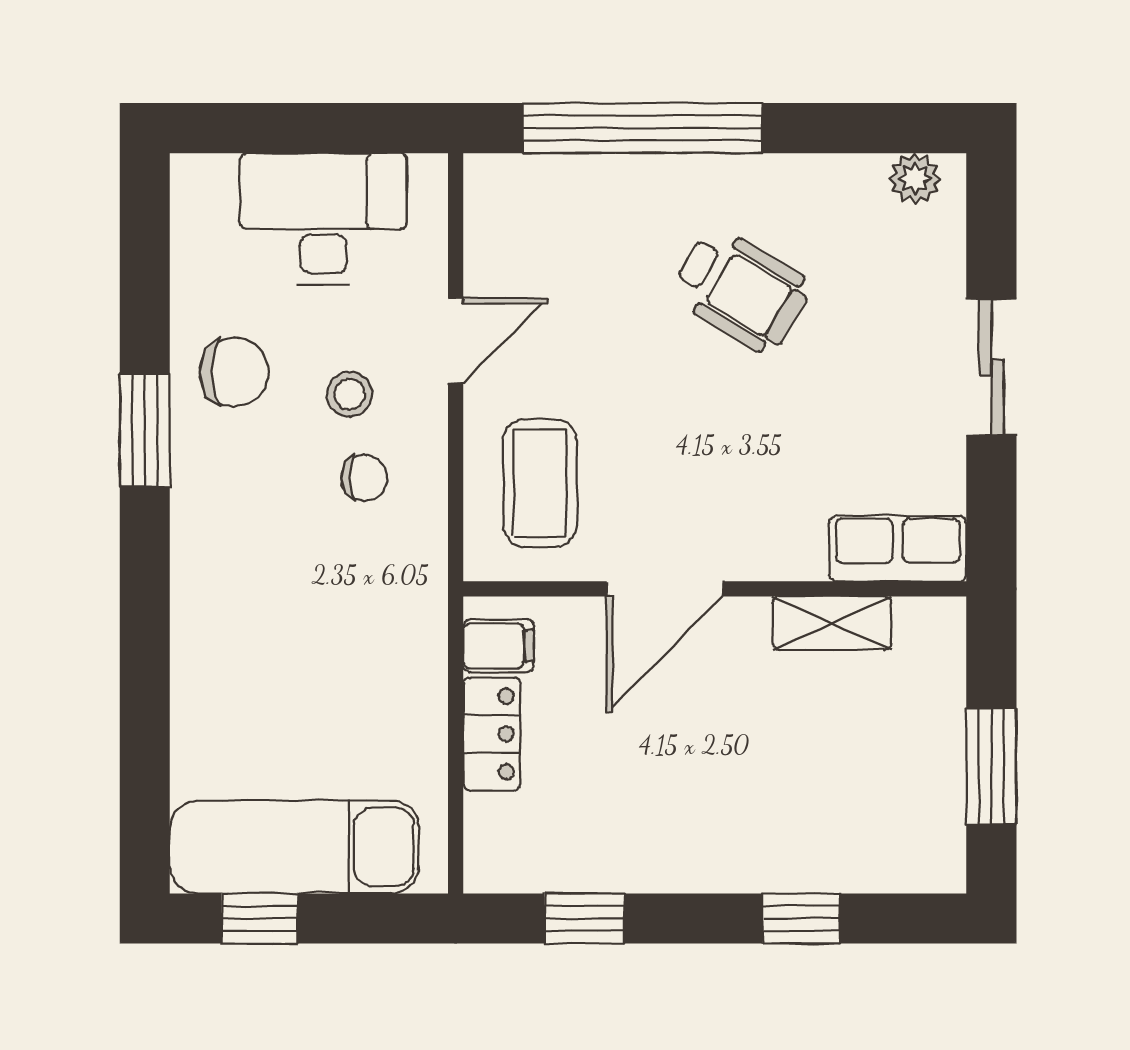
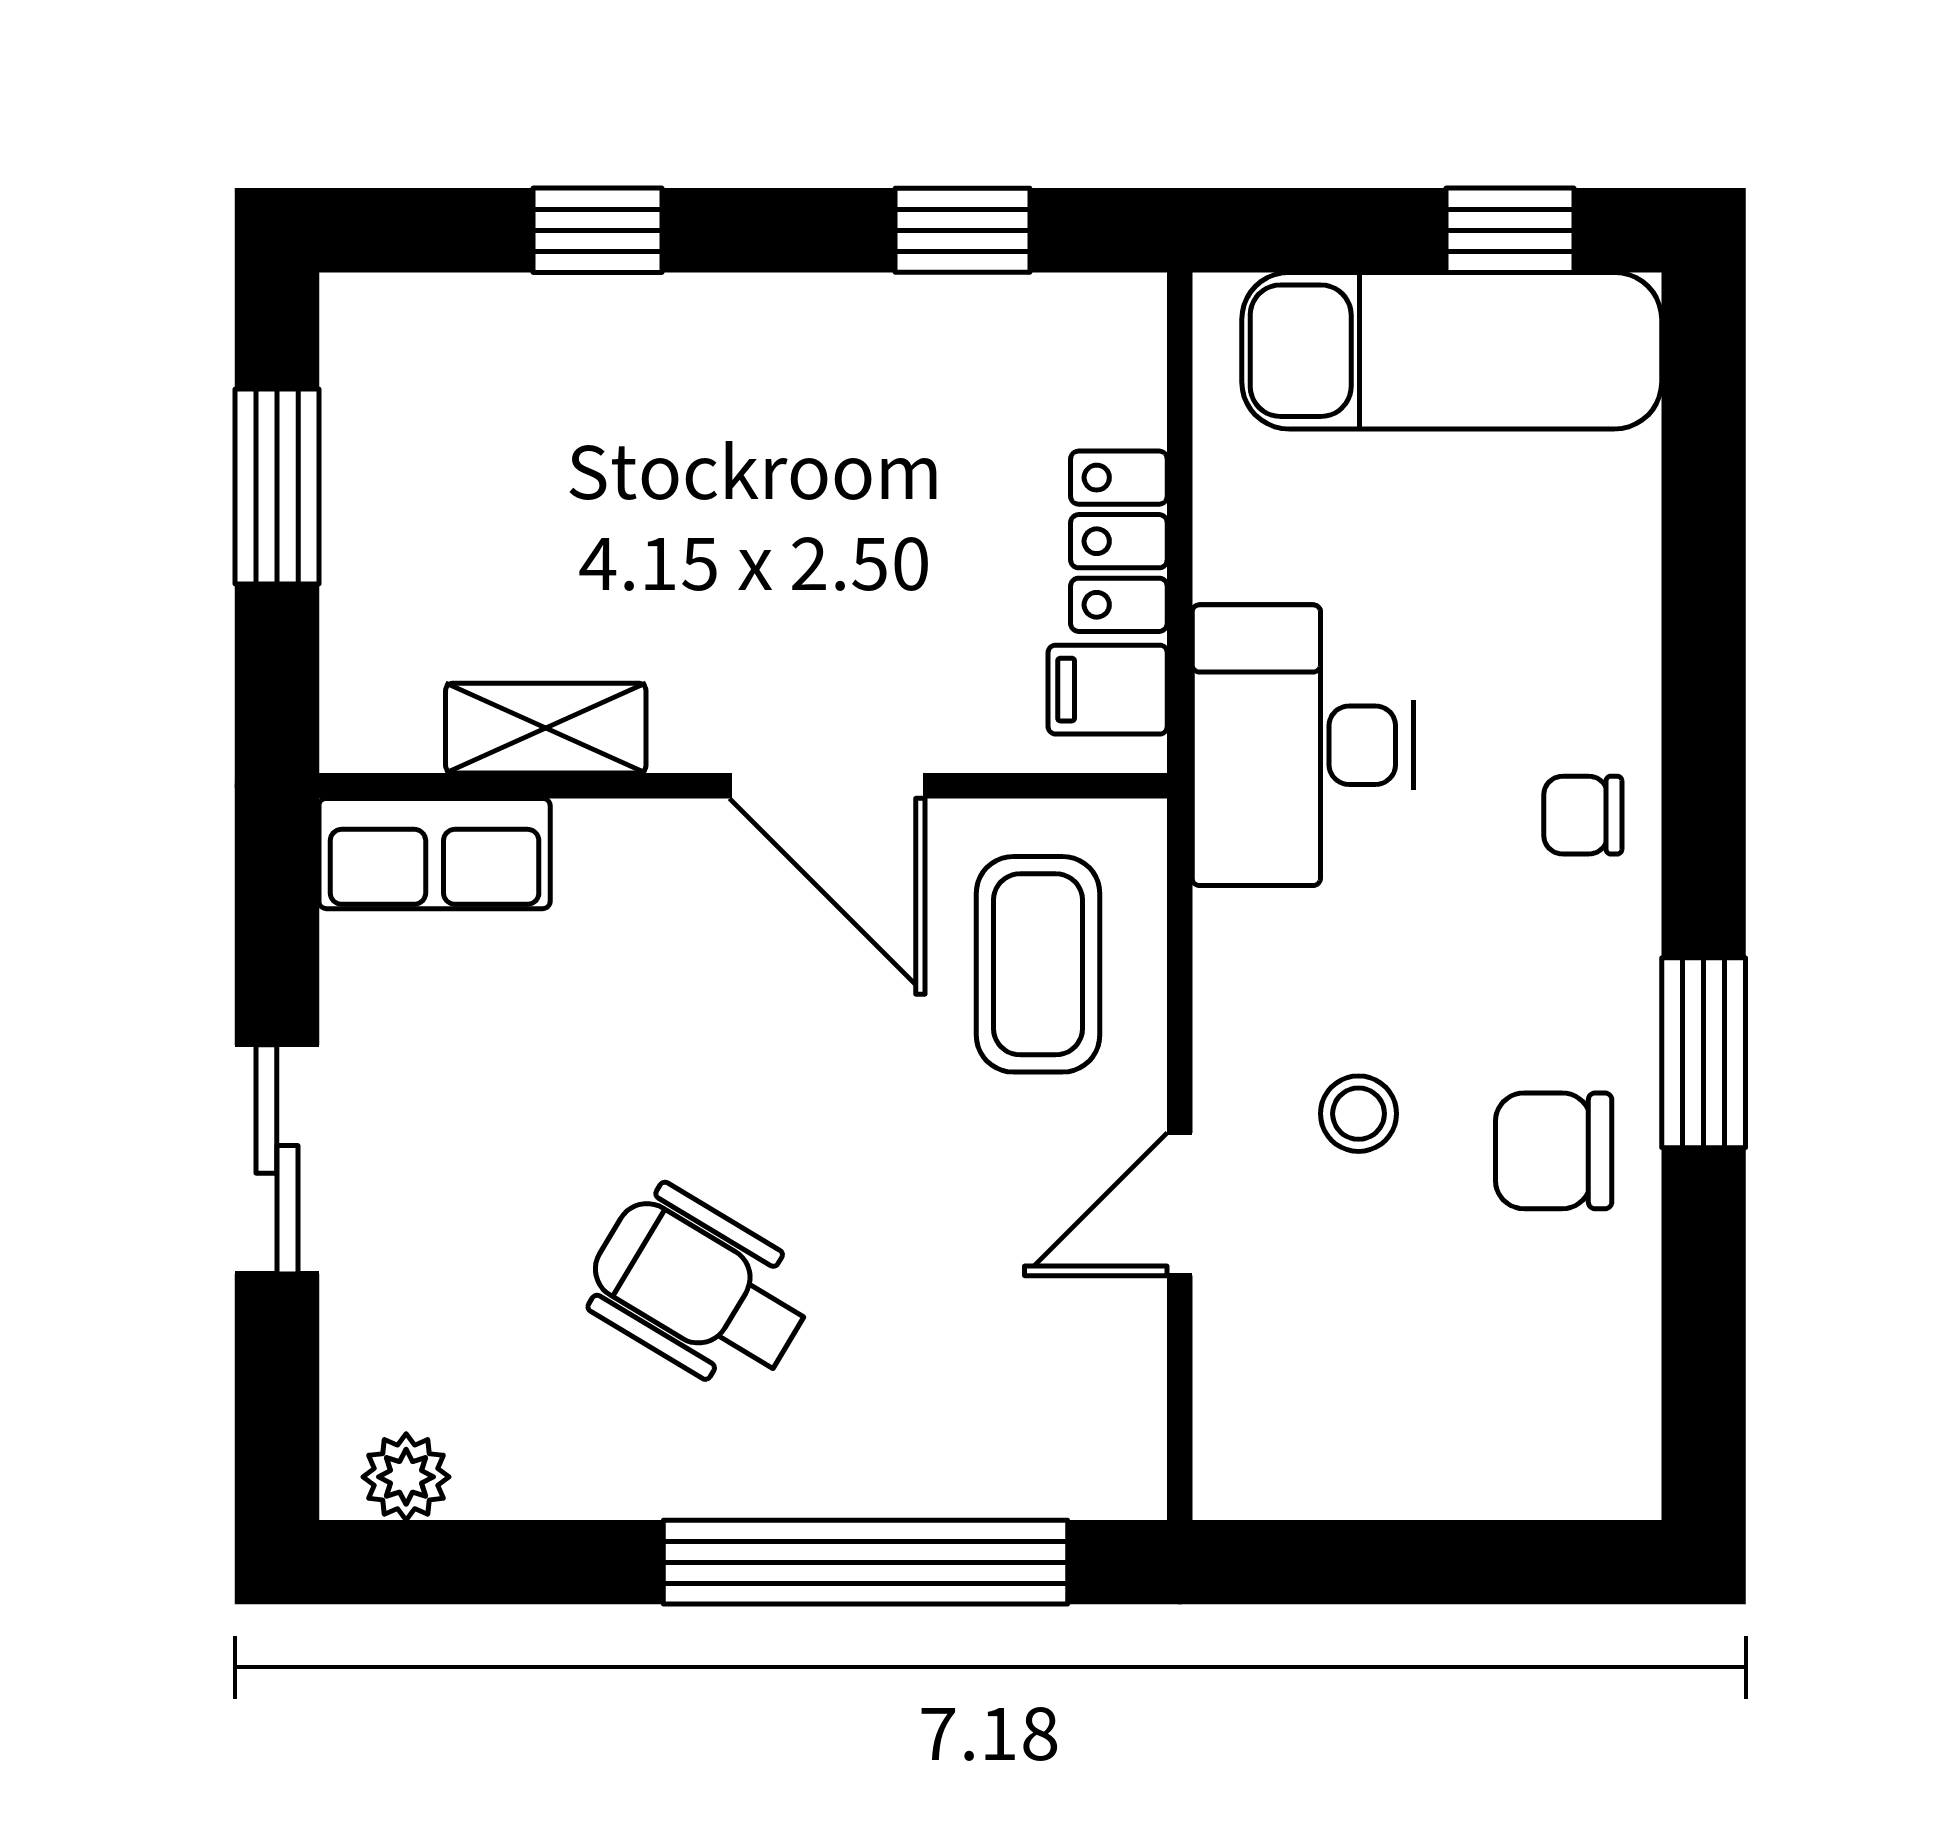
desk: (323, 219) -> (1303, 745), moved, turned 90
chair: (364, 478) -> (1583, 815), moved
door: (665, 589) -> (827, 786), swing flipped

